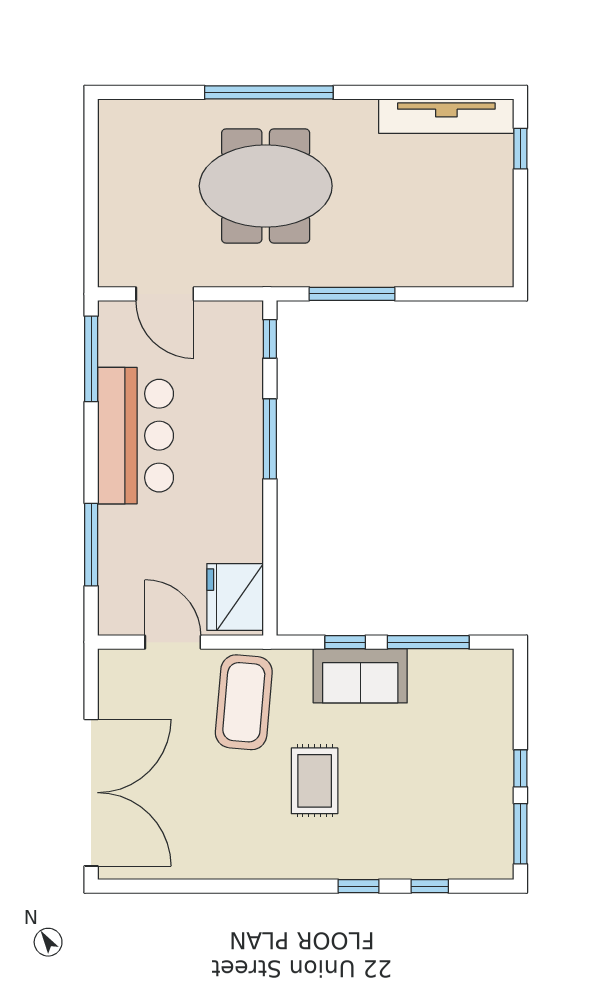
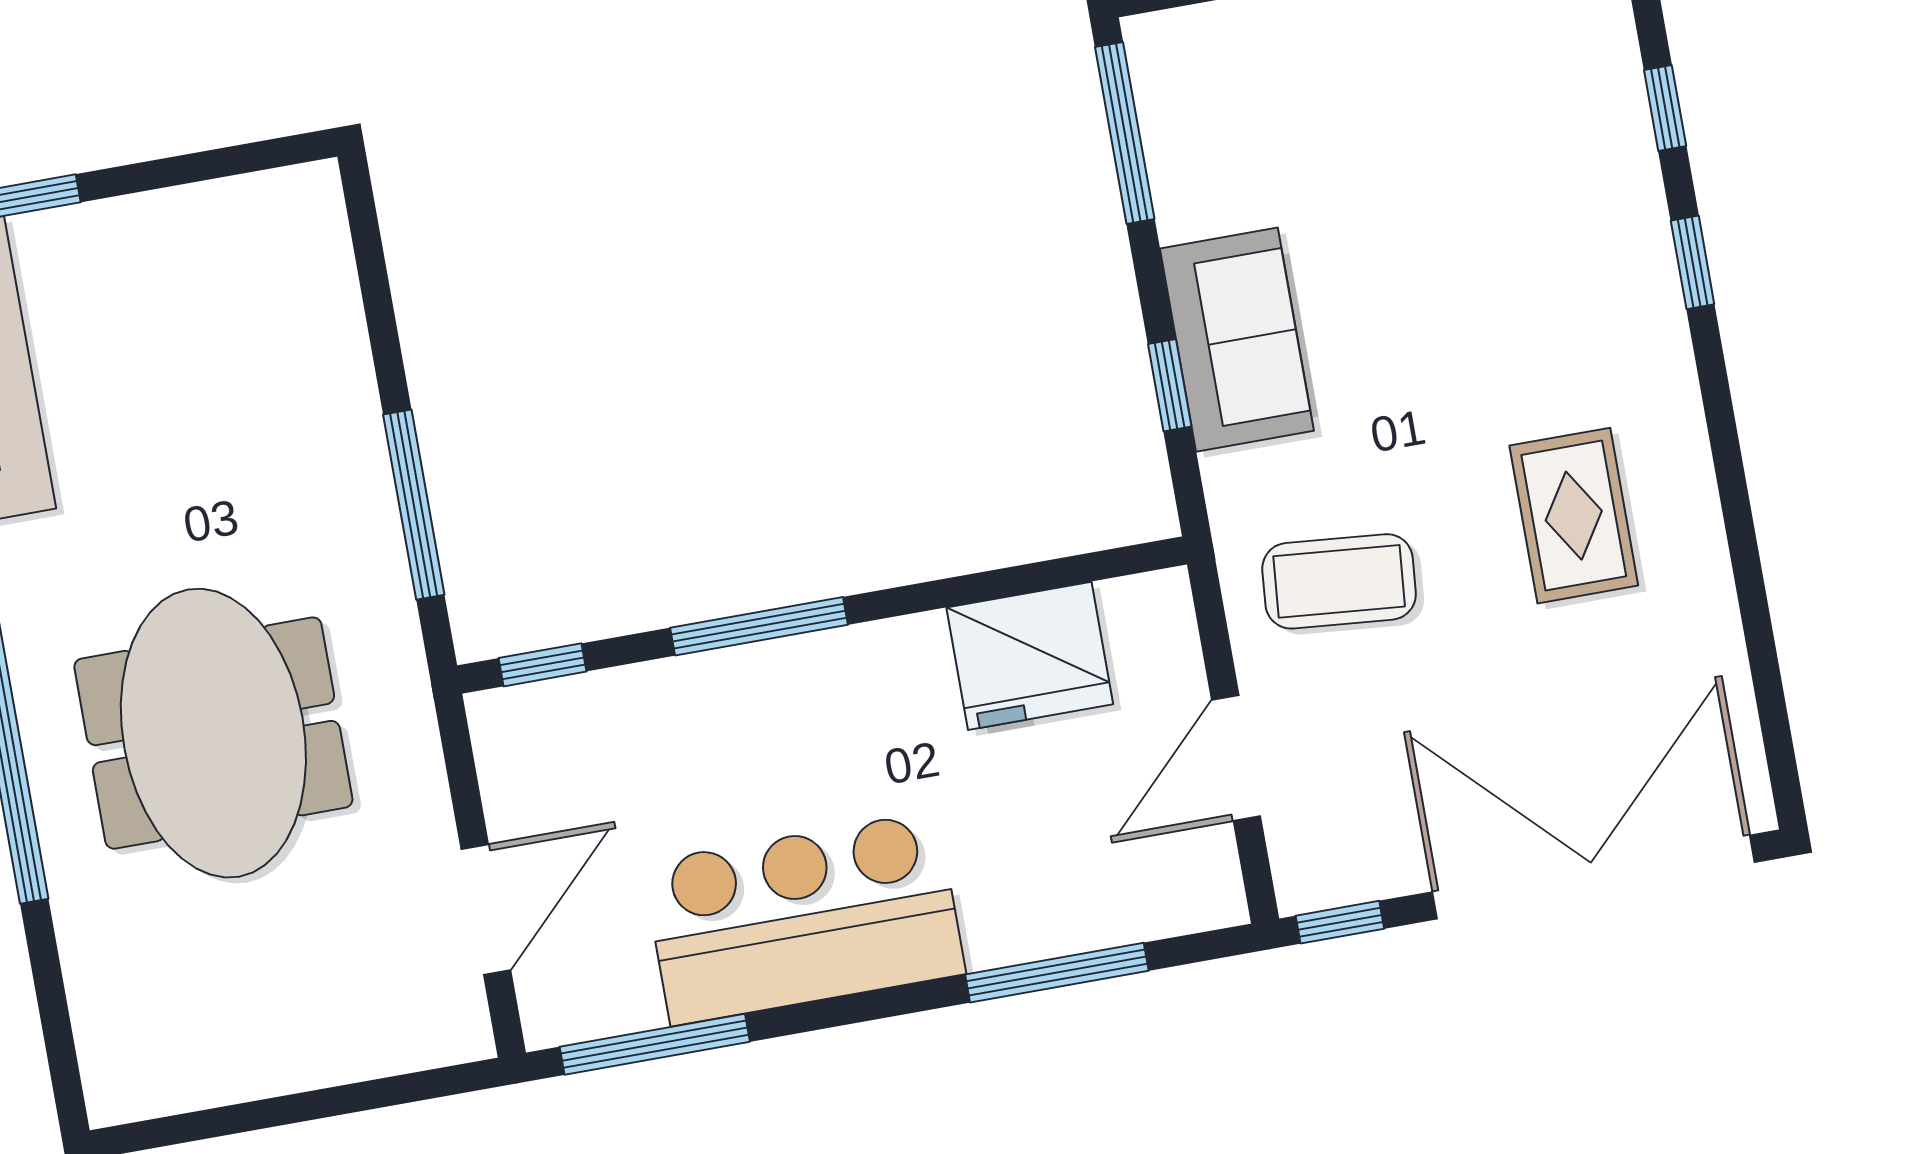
fridge: (235, 597) -> (1030, 656), moved
window: (428, 642) -> (1125, 133), moved
window: (91, 675) -> (1340, 922), added
coffee table: (244, 702) -> (1339, 581), width x0.73, depth x0.76
rug: (315, 781) -> (1574, 516), moved, turned 90

